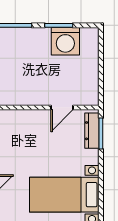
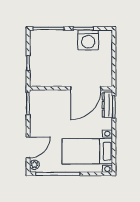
door: (62, 107) -> (86, 88), width x1.87

